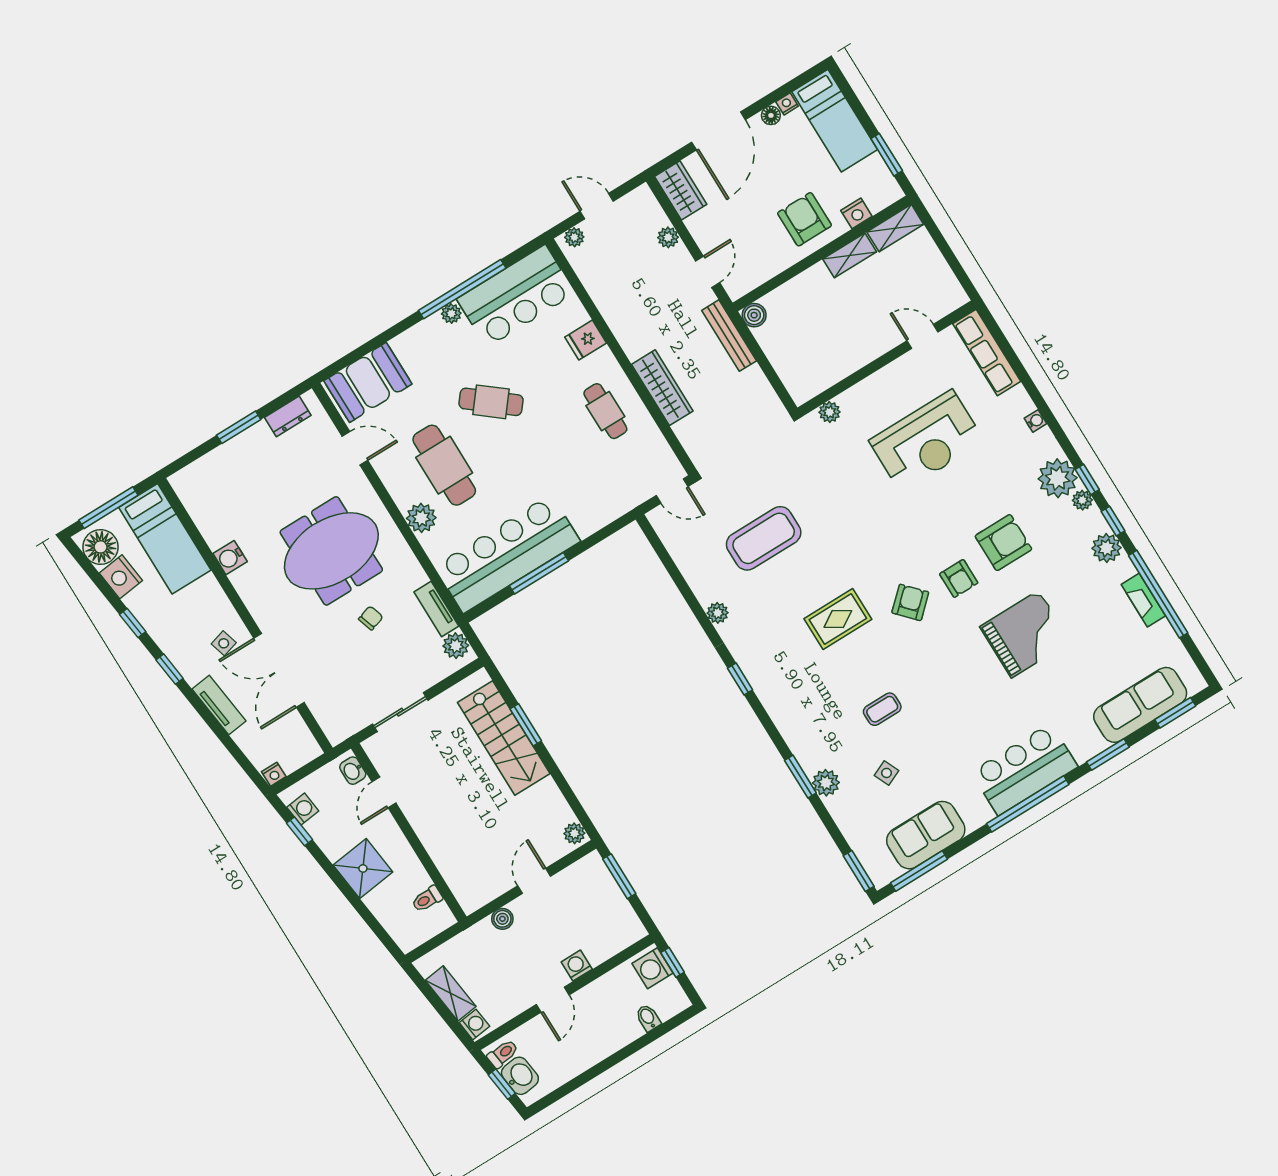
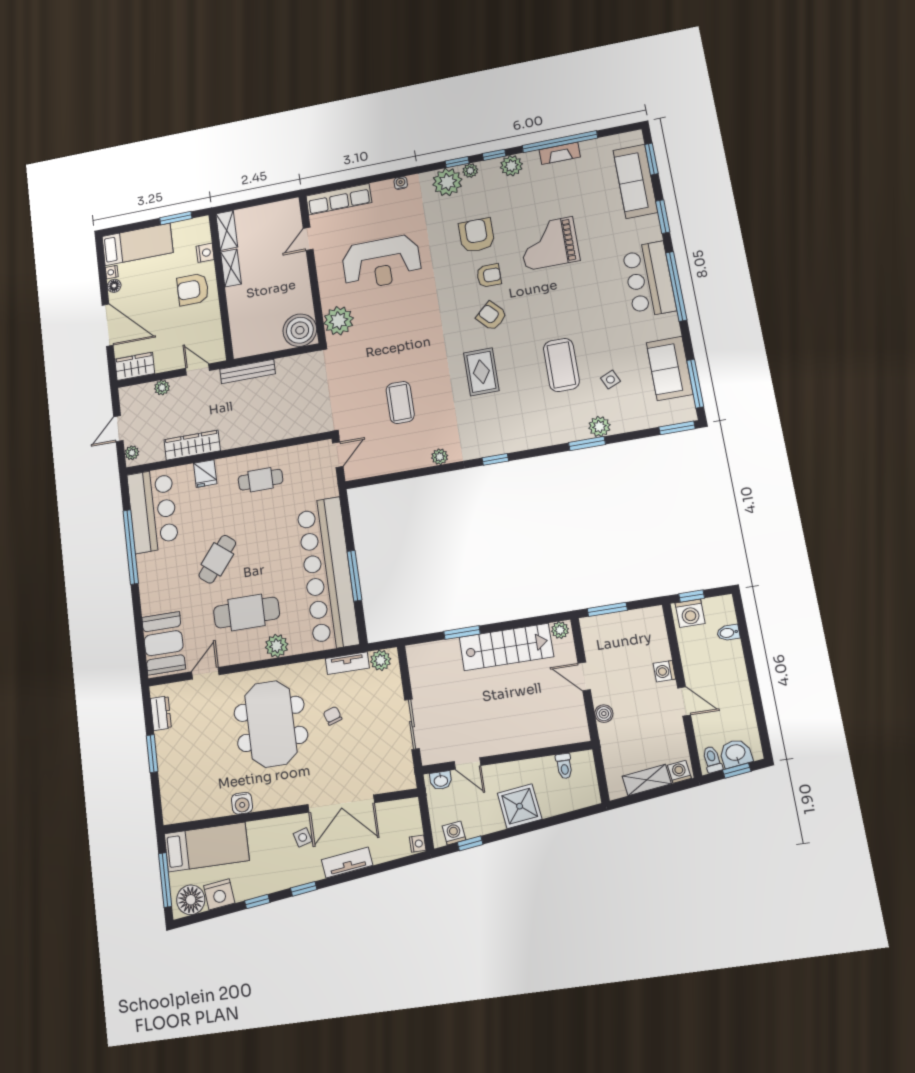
plant: (451, 314) -> (144, 562), removed
boiler: (754, 315) -> (300, 330), moved, width x1.86, depth x1.86
wardrobe: (662, 388) -> (192, 445), moved
plant: (830, 412) -> (339, 321), width x1.87, depth x1.87
reception desk: (927, 441) -> (382, 262), turned 90
coffee table: (764, 538) -> (400, 402), width x0.73, depth x0.76
bar counter: (507, 554) -> (328, 573), width x1.36
grand piano: (1025, 634) -> (549, 244), turned -90
coffee table: (882, 709) -> (561, 365), width x1.86, depth x1.72
stairs: (504, 738) -> (506, 647), moved

